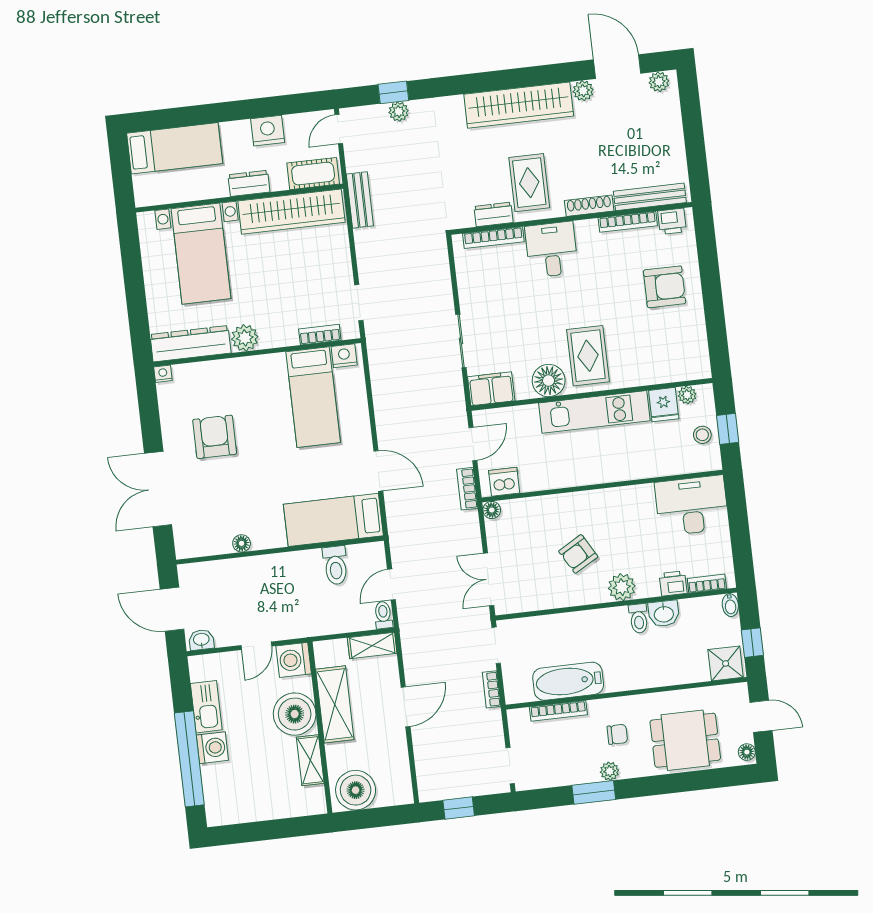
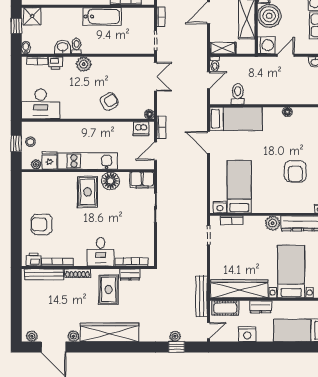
bench: (360, 200) -> (202, 296), width x1.36
armchair: (578, 554) -> (109, 101), moved
bathtub: (568, 681) -> (102, 16), moved

